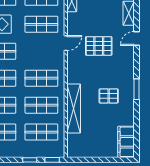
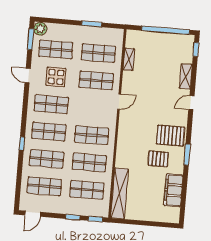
pallet: (99, 46) -> (171, 136), moved
shelving: (74, 109) -> (120, 193), moved
filing cabinet: (126, 142) -> (173, 190), moved

